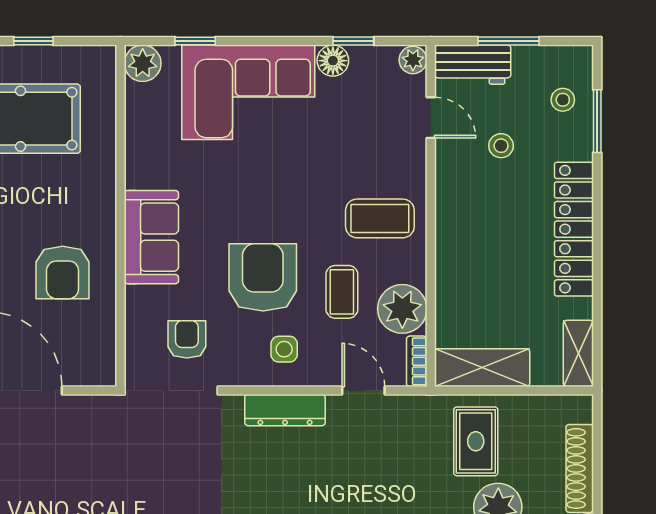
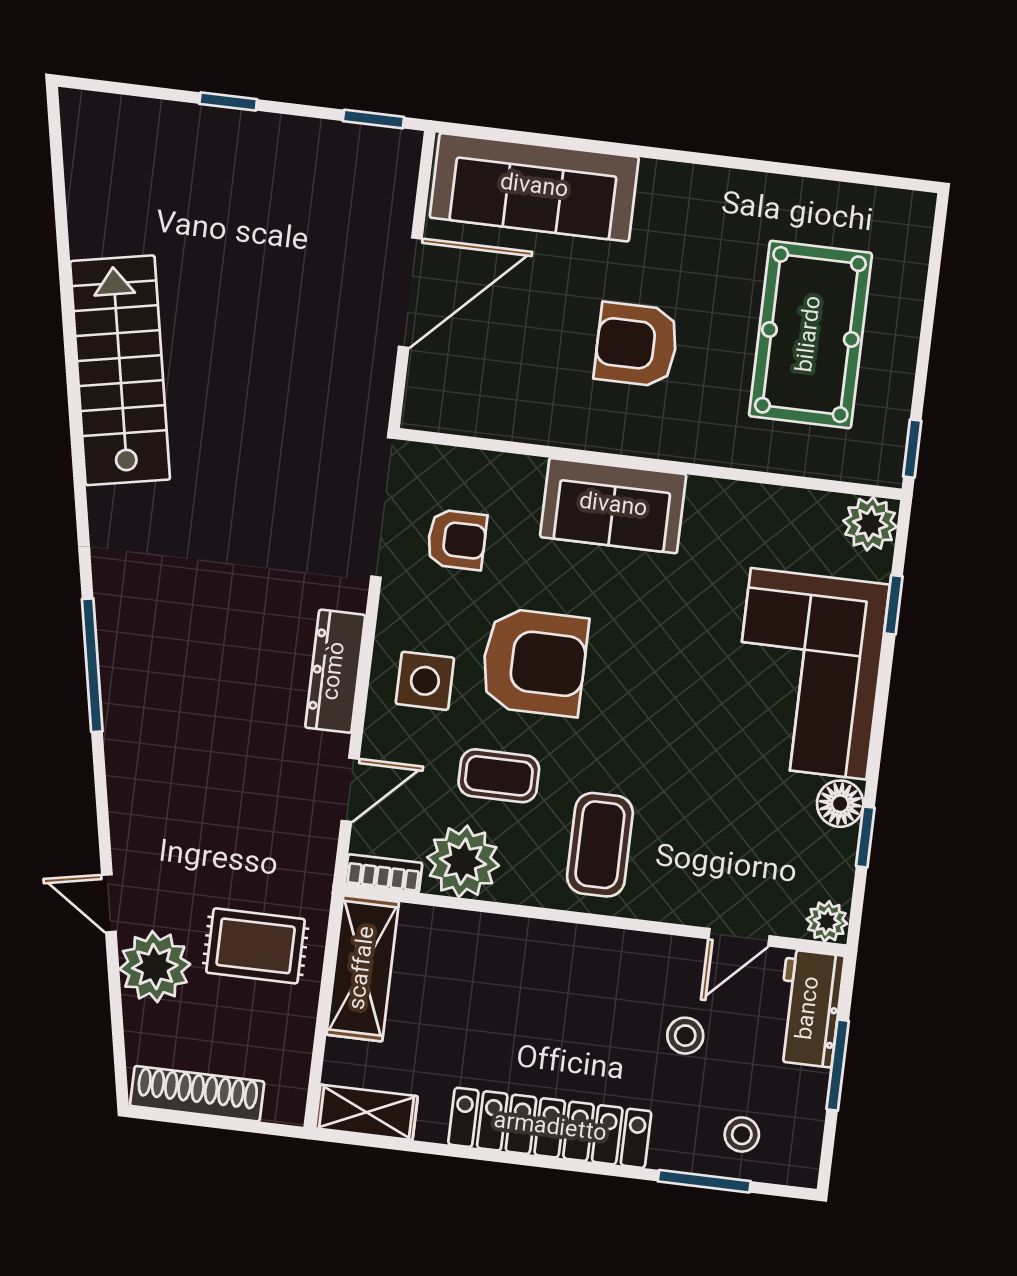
window: (33, 41) -> (912, 449), moved
armchair: (63, 272) -> (636, 345), moved
side table: (284, 349) -> (425, 681), width x1.37, depth x1.37

